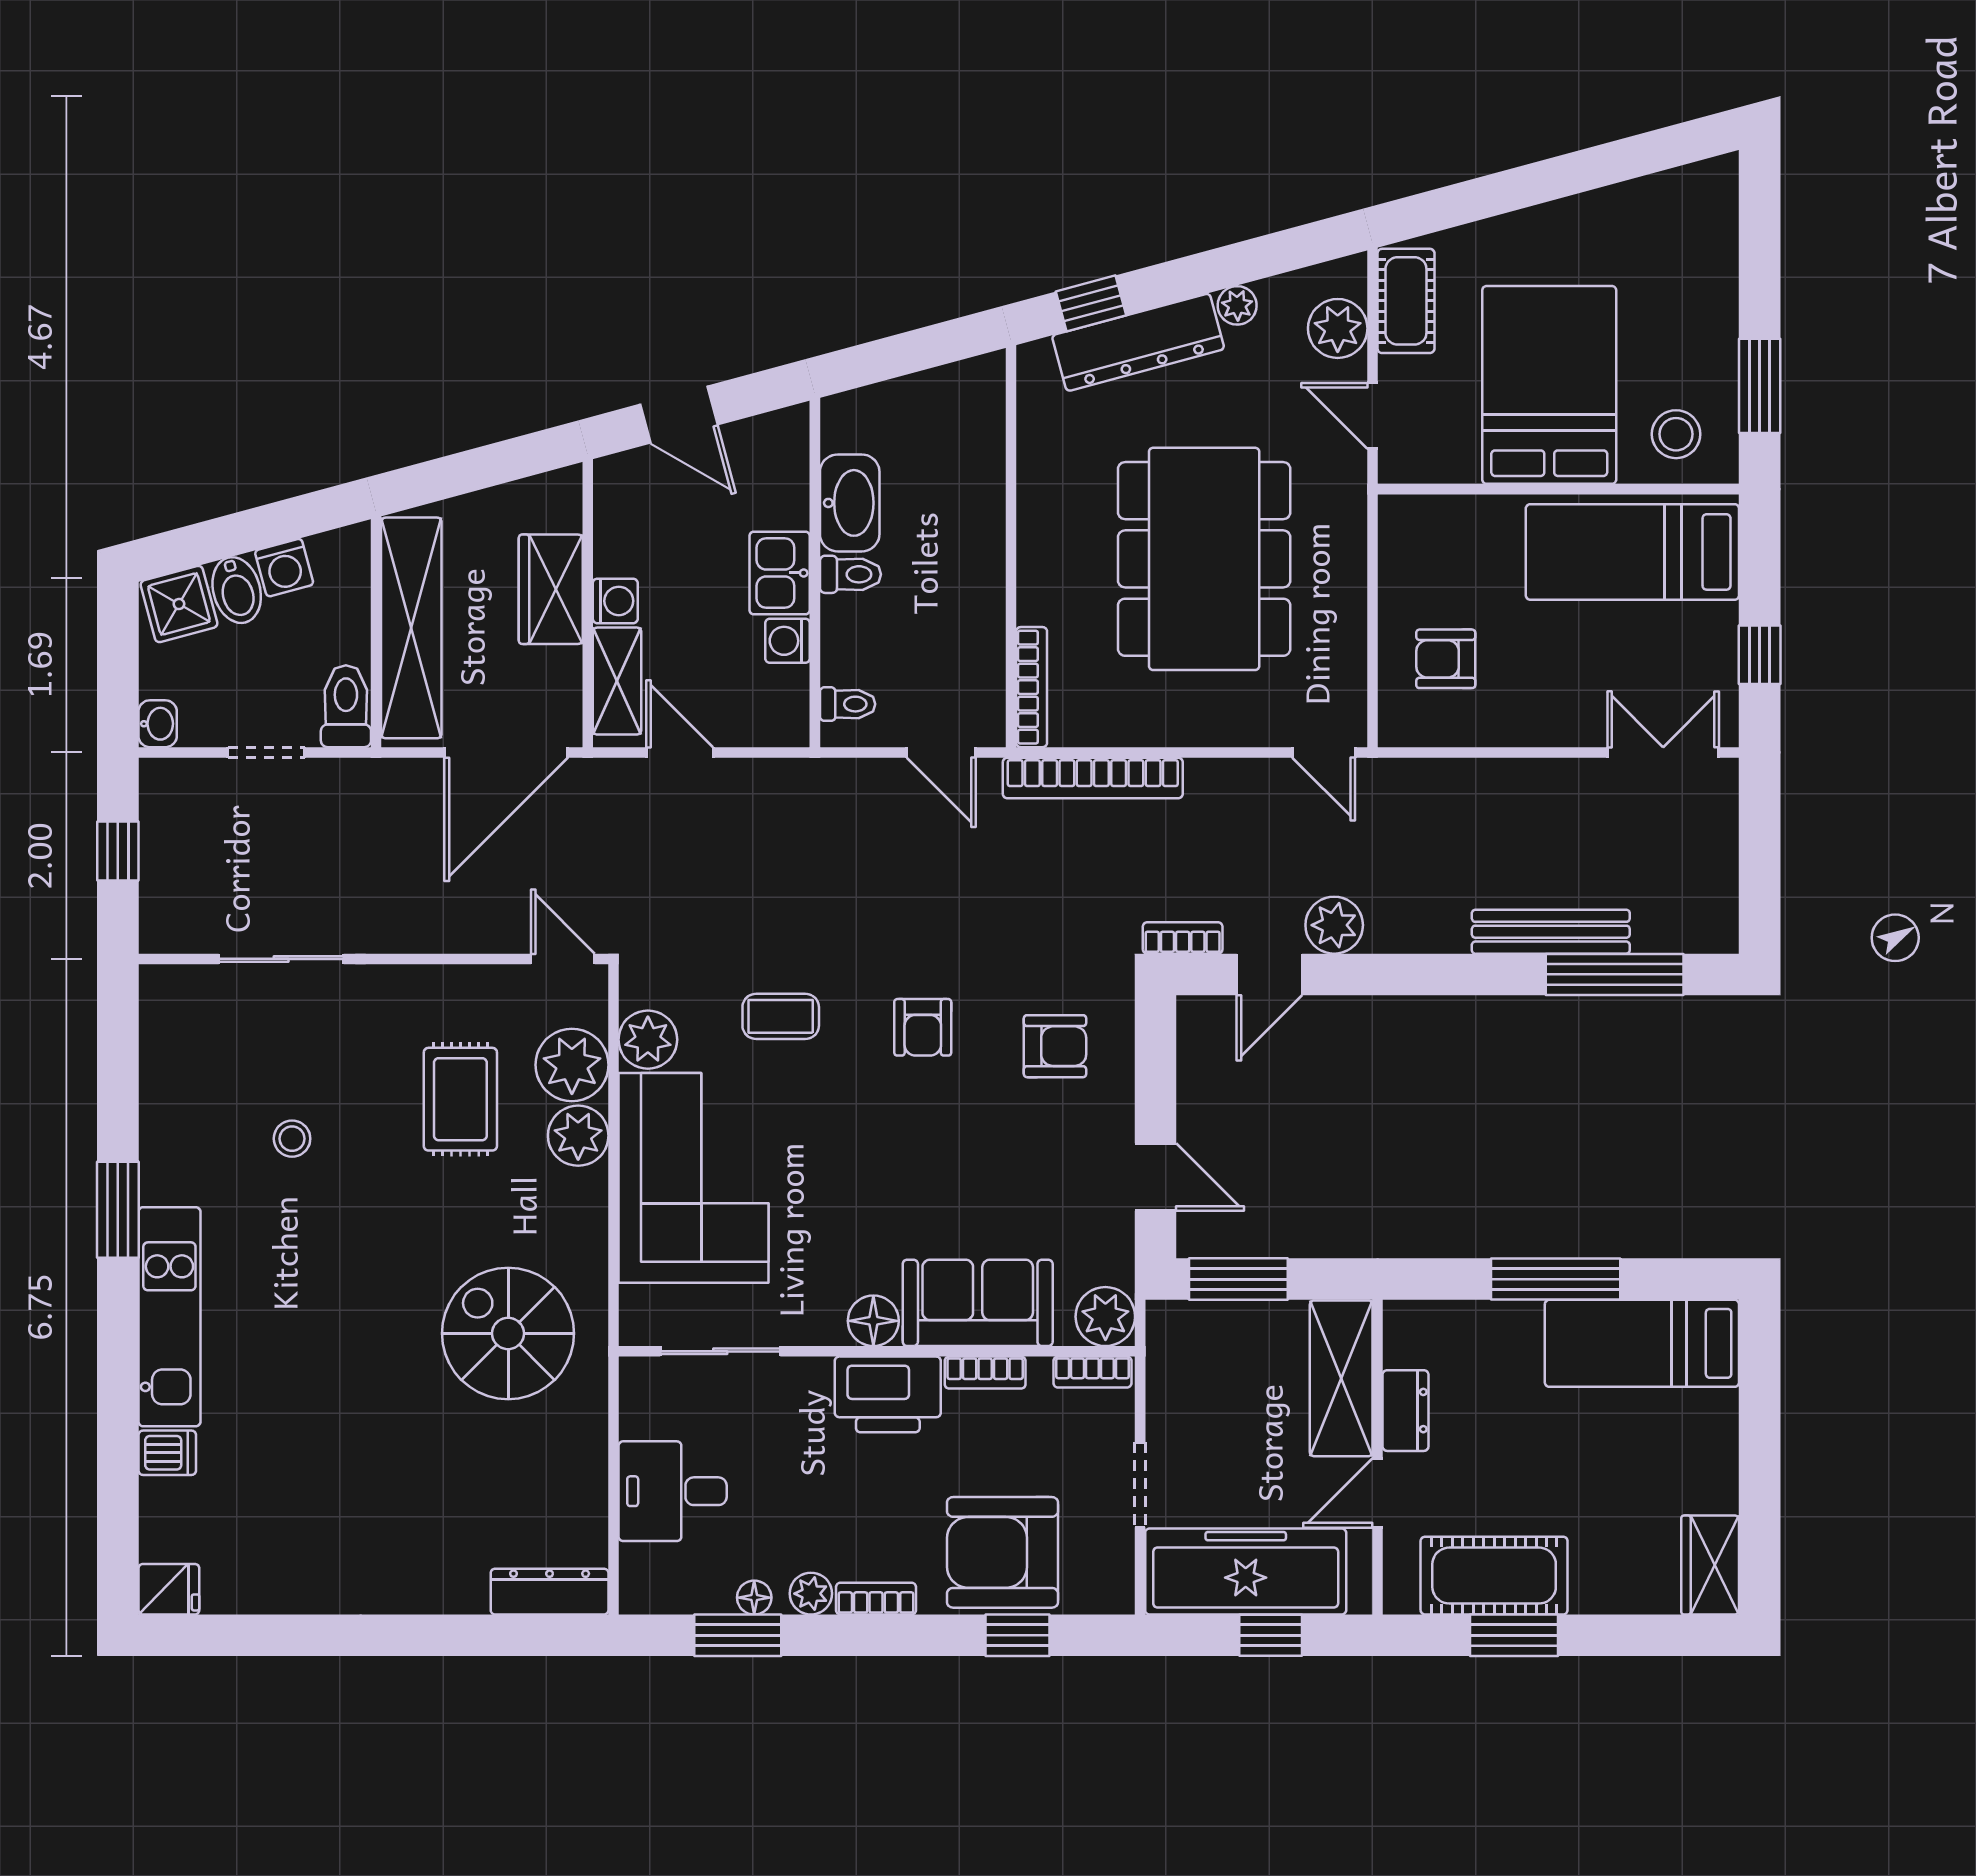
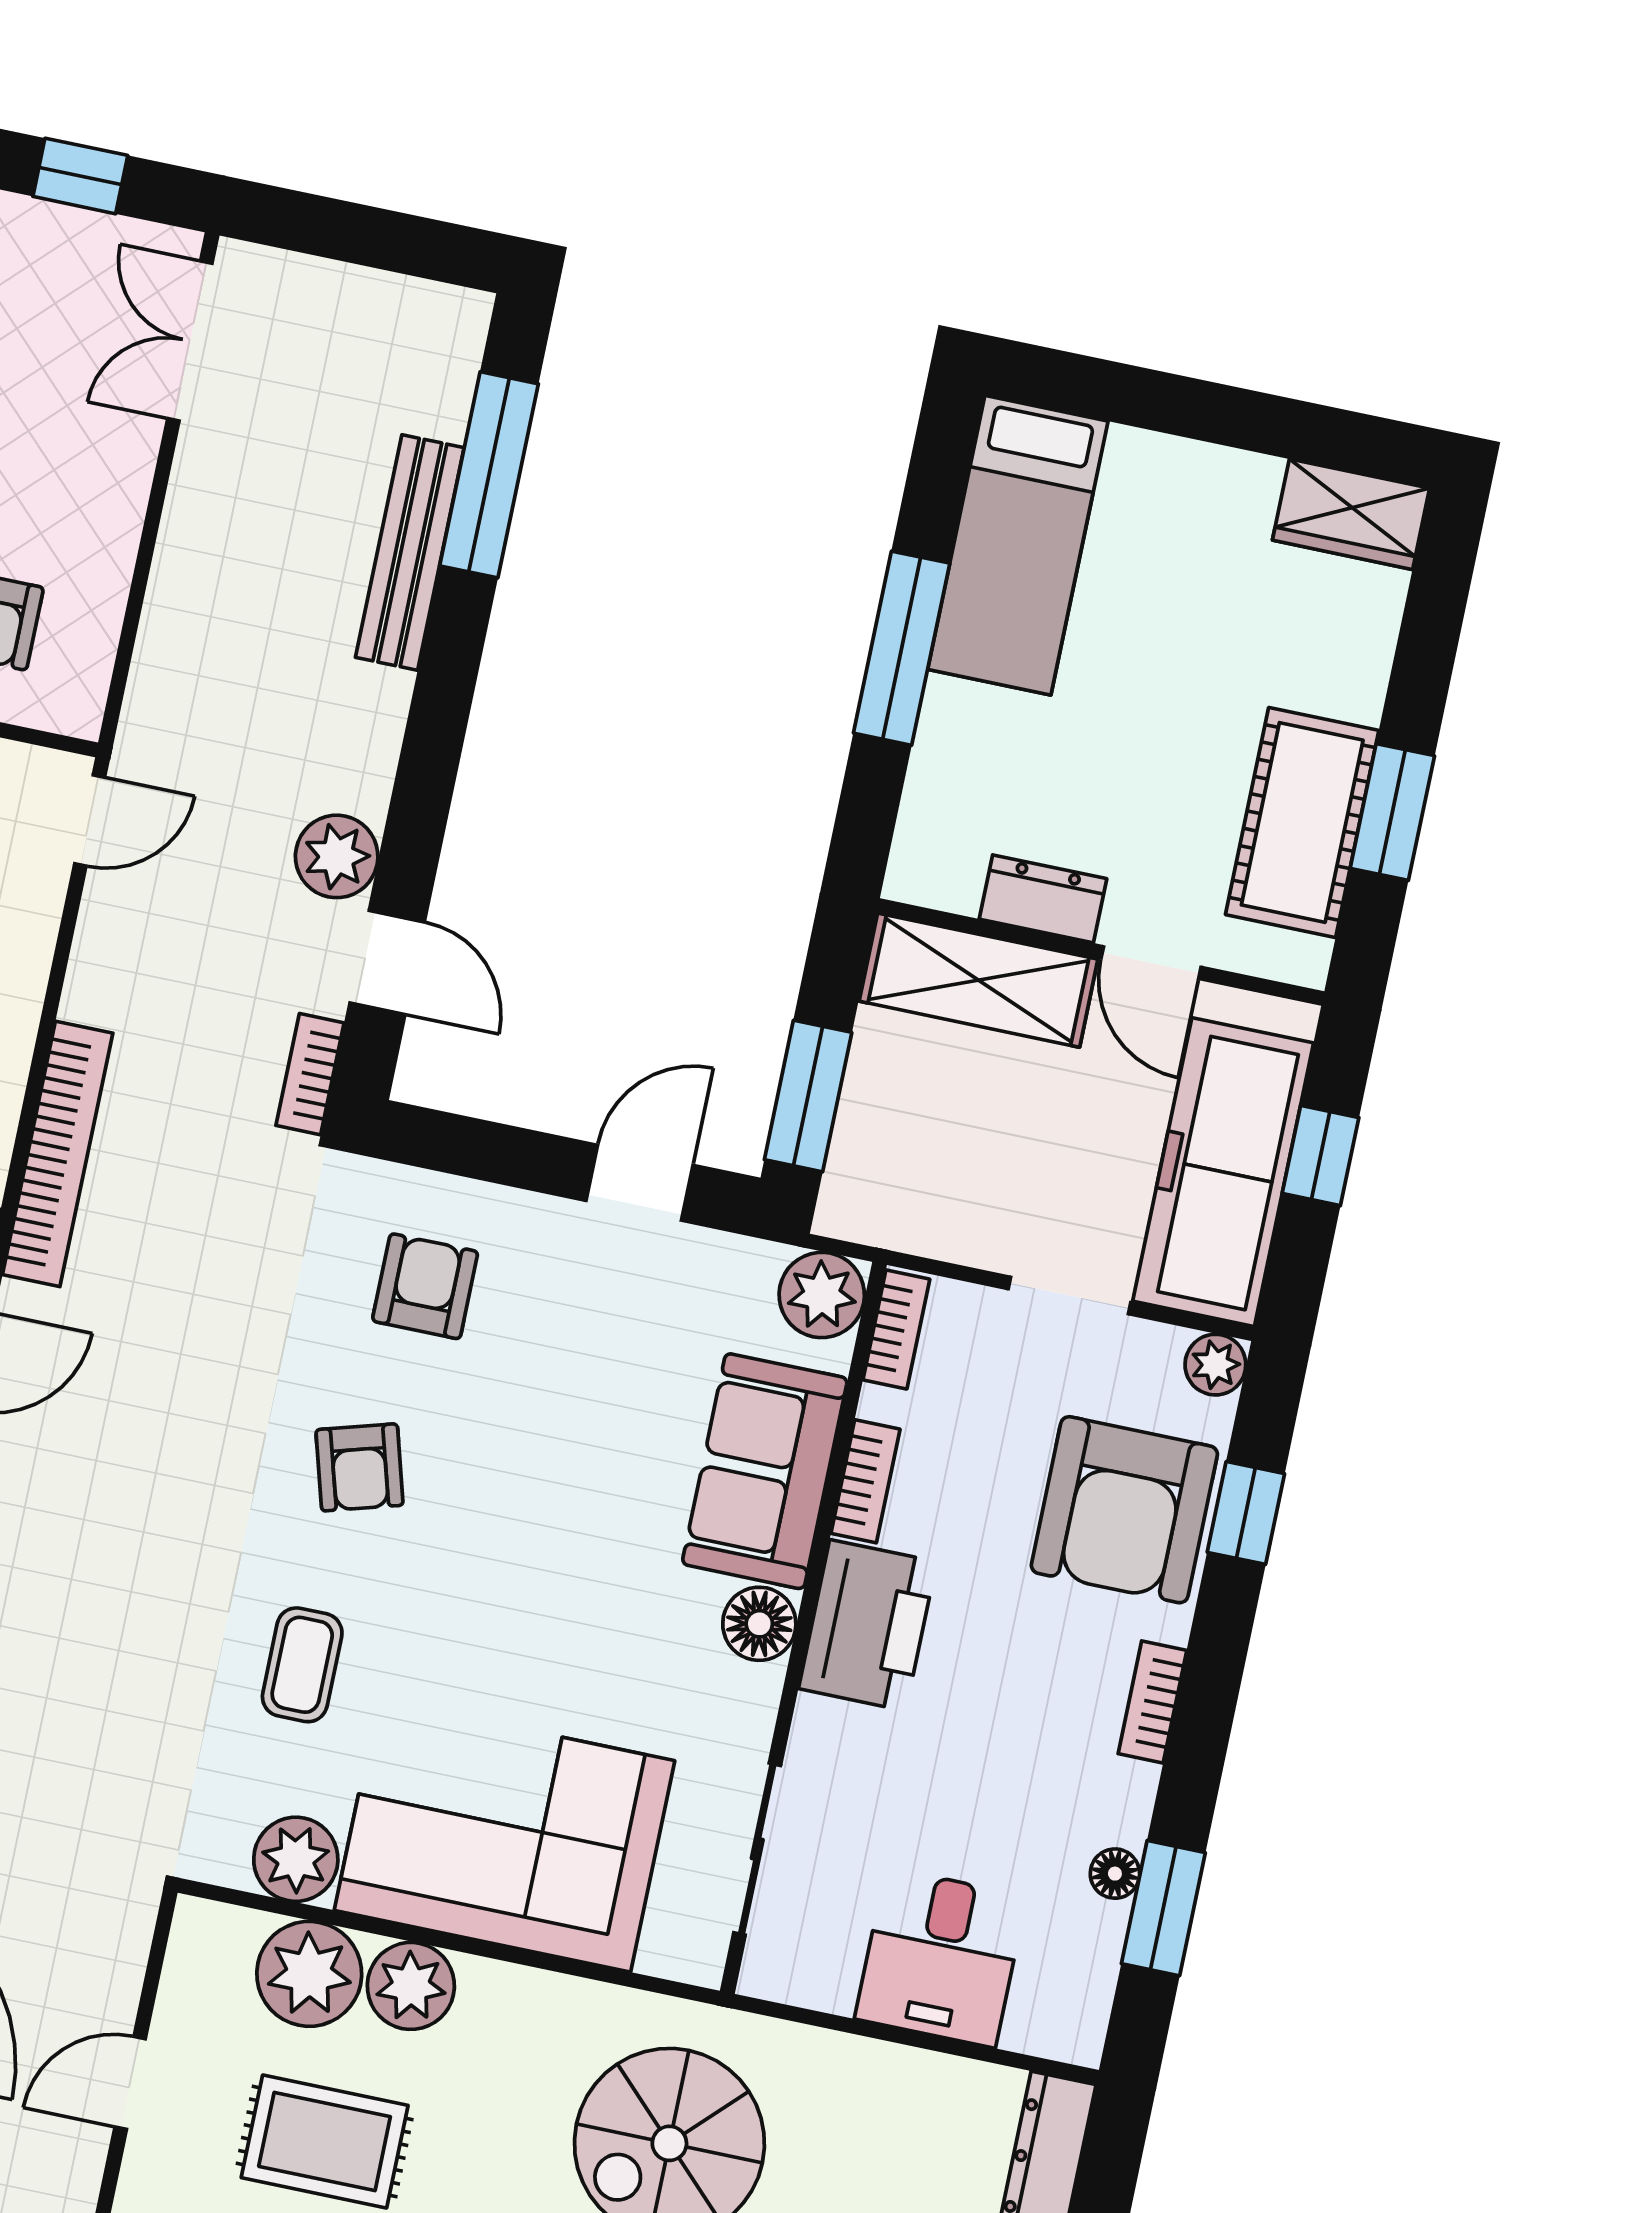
door: (563, 959) -> (130, 2083), moved
armchair: (923, 1027) -> (360, 1467), turned 74
plant: (811, 1594) -> (1215, 1365), moved

